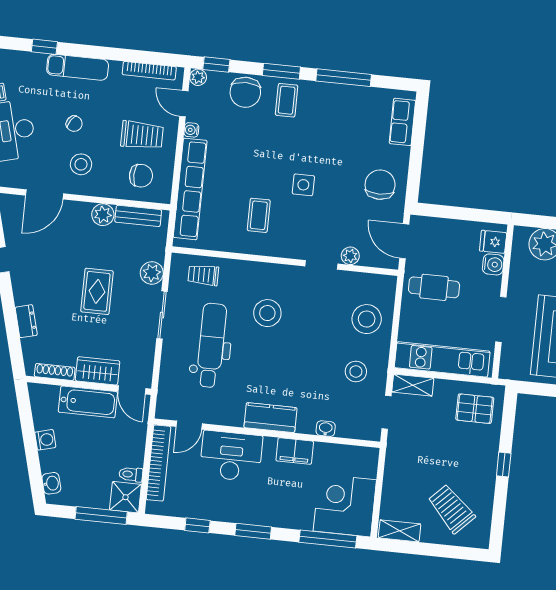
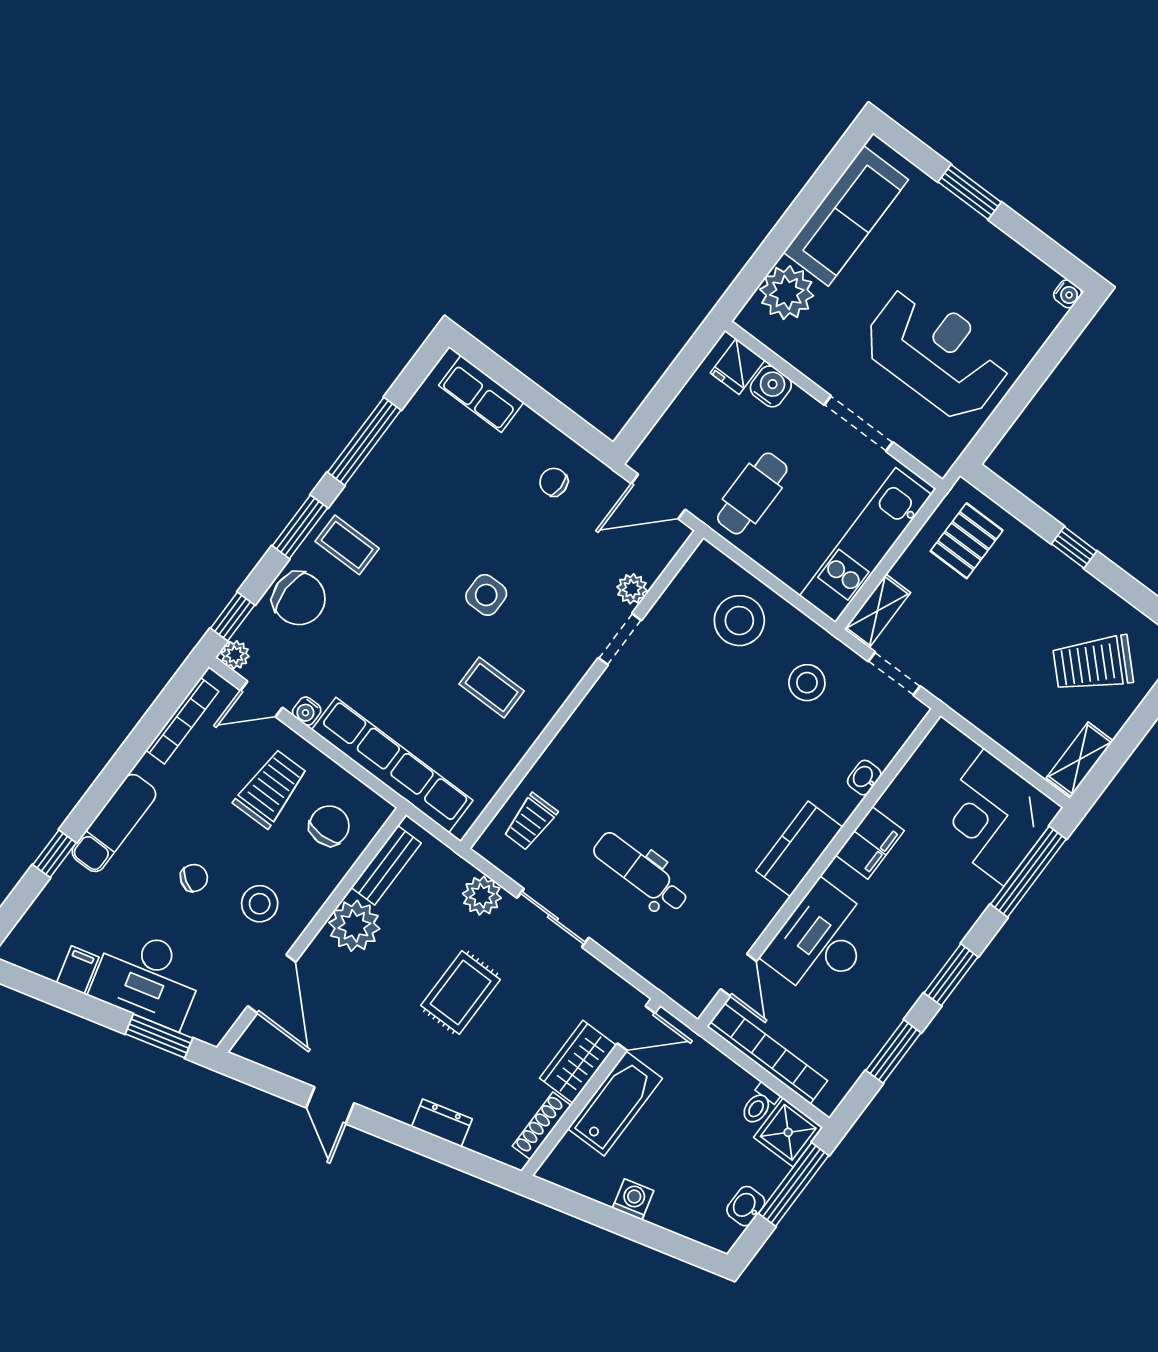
chair: (380, 185) -> (554, 482), width x0.54, depth x0.54
plant: (103, 215) -> (354, 926), width x1.36, depth x1.36
rug: (97, 291) -> (461, 992), turned 90
stool: (267, 313) -> (643, 761), removed
dental chair: (211, 345) -> (641, 872), width x0.73, depth x0.72
washbasin: (51, 483) -> (746, 1206), moved, turned -75
window: (197, 525) -> (893, 1052), width x1.50

